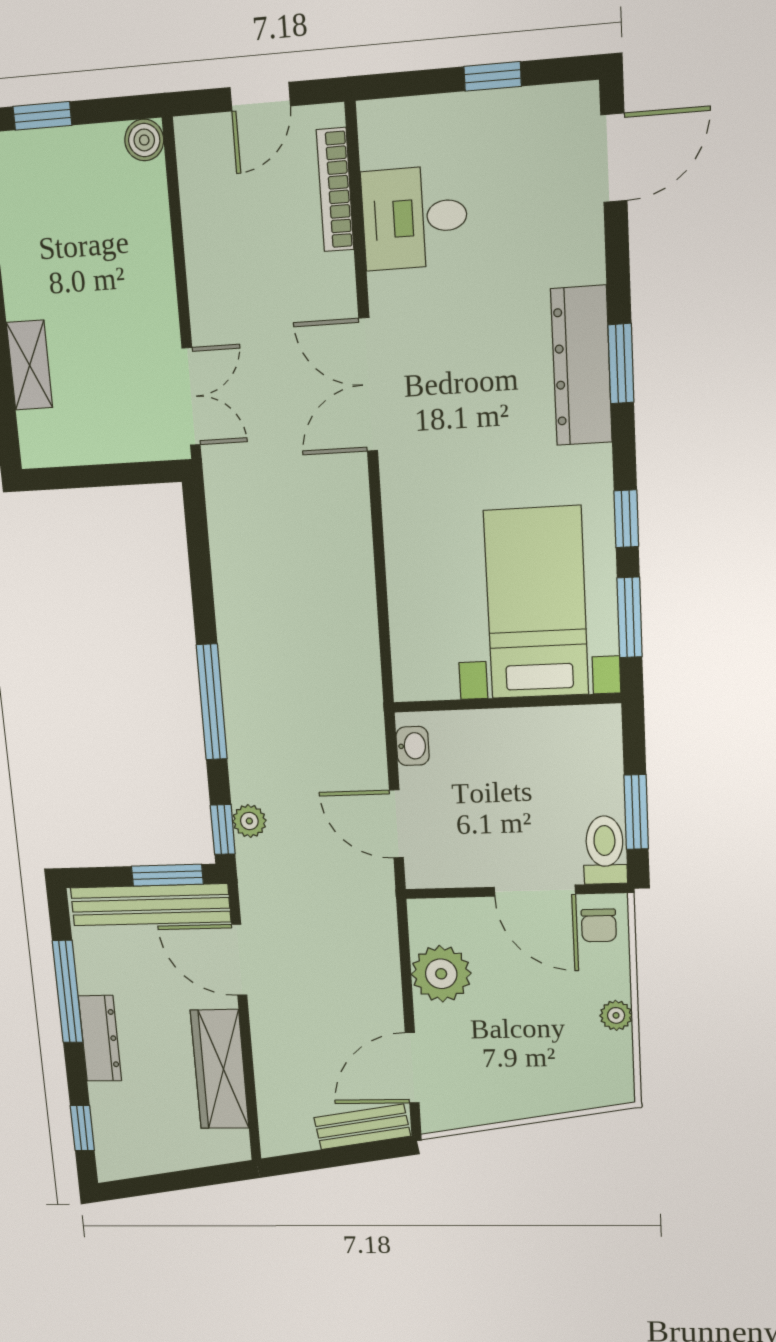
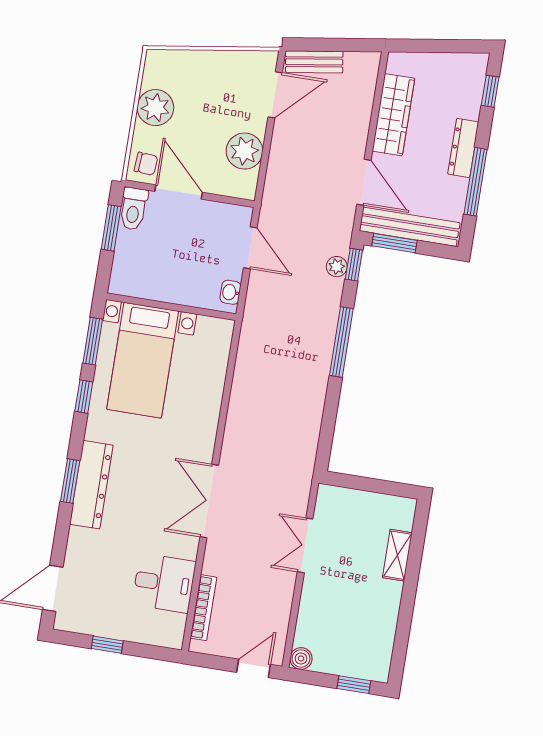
door: (260, 97) -> (254, 668), moved
double door: (368, 385) -> (209, 501), swing flipped
double door: (191, 397) -> (305, 545), moved
chair: (599, 925) -> (146, 164), turned 94
plant: (616, 1015) -> (155, 108), width x1.87, depth x1.87

